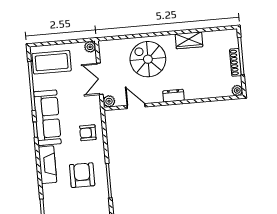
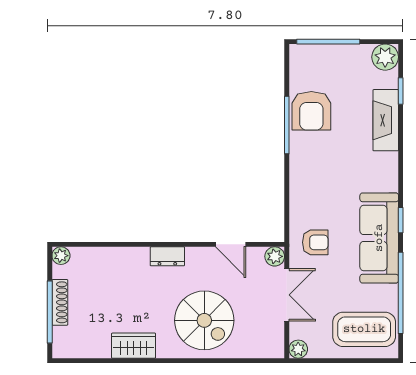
armchair: (88, 133) -> (315, 242), moved
fireplace: (47, 165) -> (386, 120), moved
armchair: (82, 175) -> (311, 111), moved

